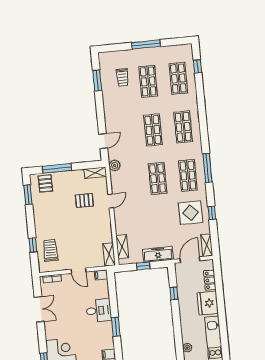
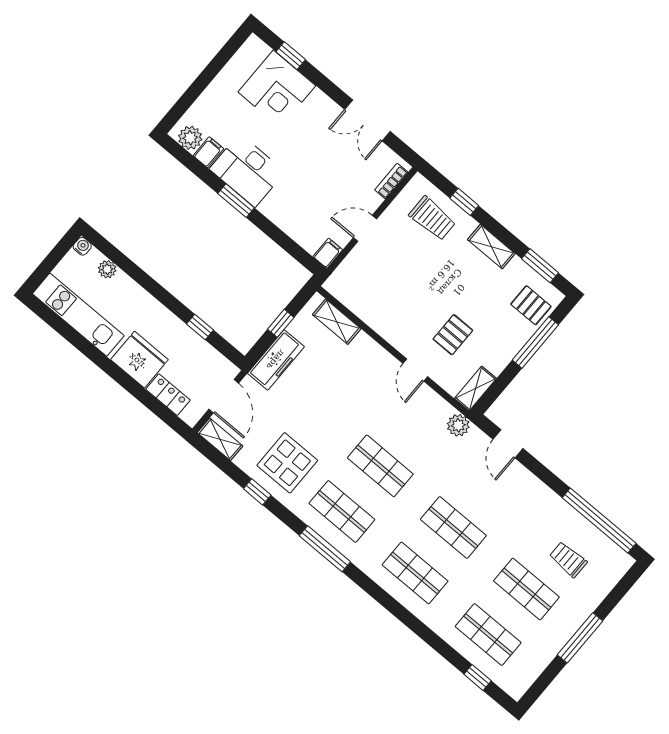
window: (97, 81) -> (599, 521), width x2.11
shelving: (109, 254) -> (491, 247), moved
desk: (99, 311) -> (247, 170), moved, width x1.37

